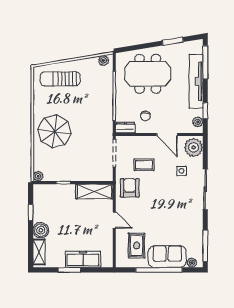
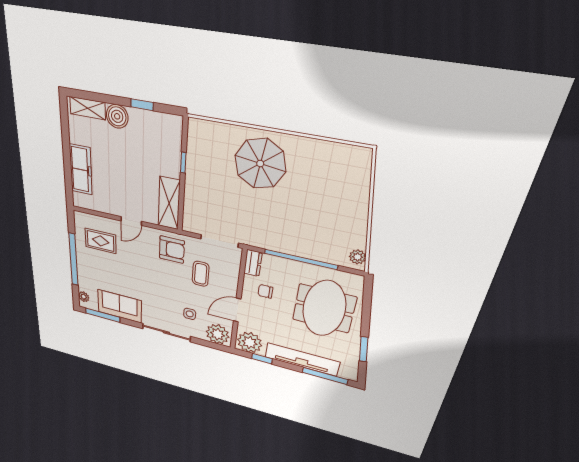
sun lounger: (60, 79) -> (343, 188), removed
plant: (198, 122) -> (250, 342), width x1.88, depth x1.88
plant: (38, 176) -> (195, 126), removed
sofa: (167, 256) -> (120, 306), moved, turned -90
window: (69, 270) -> (66, 148), removed

